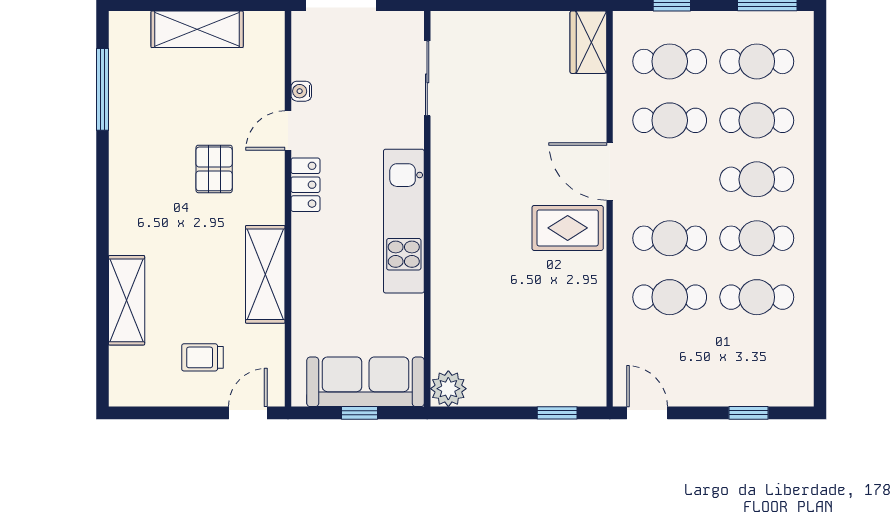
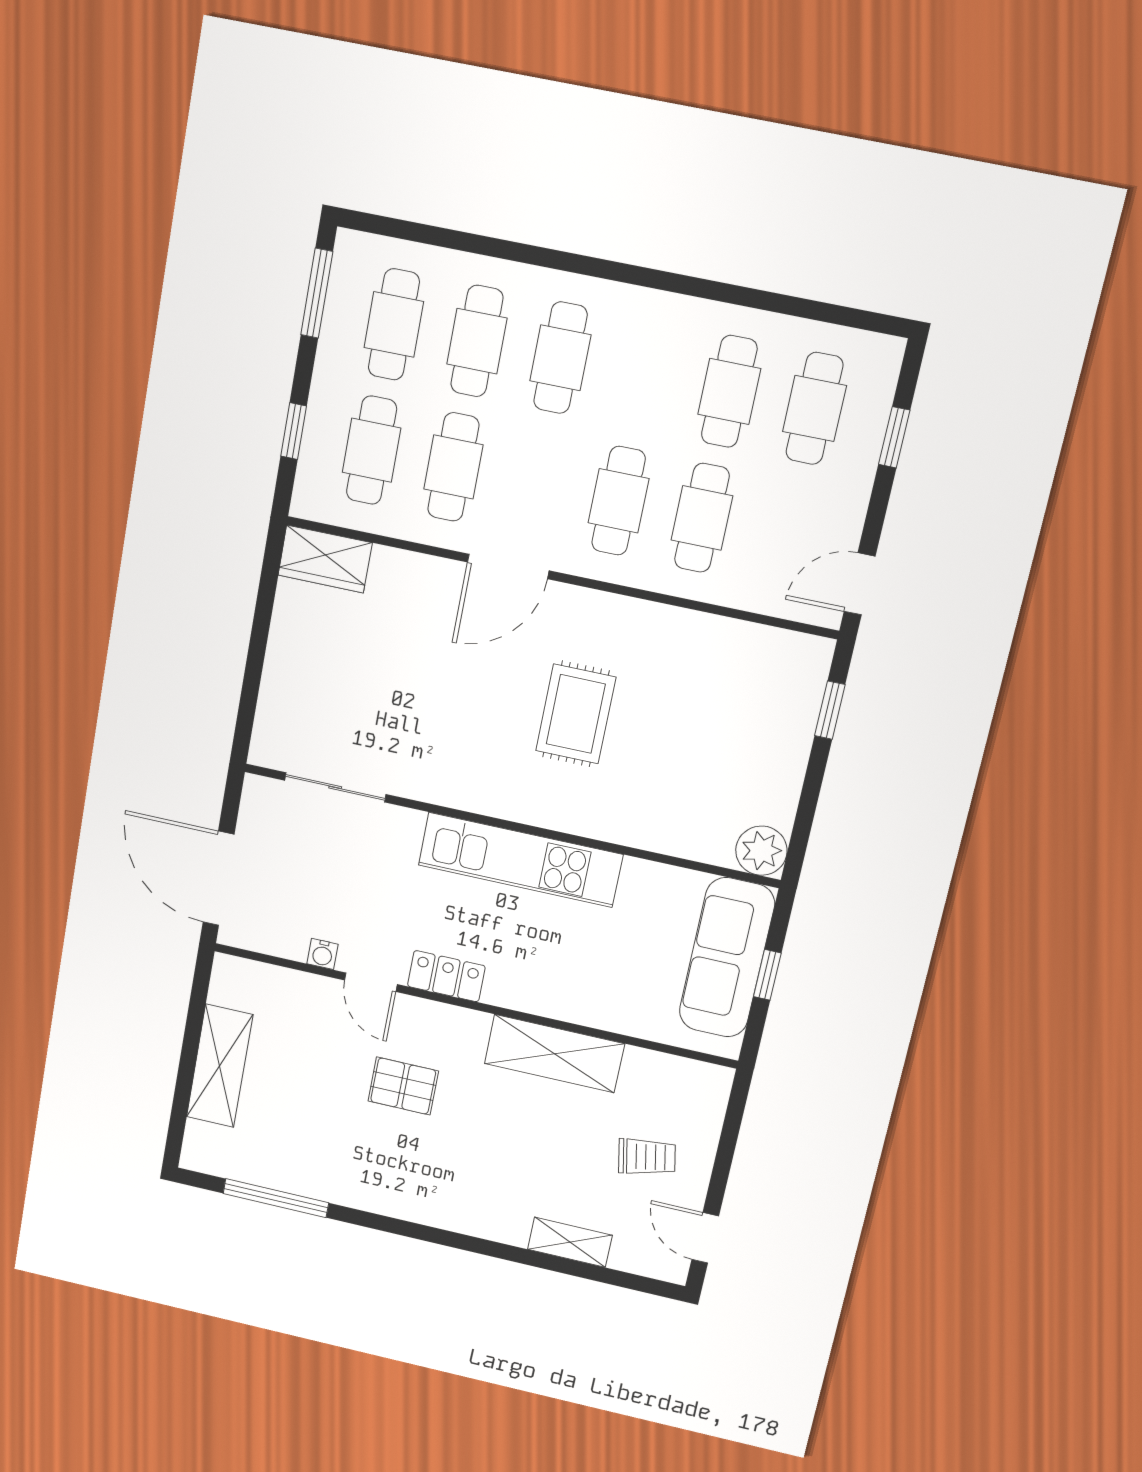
rug: (568, 228) -> (576, 714), moved
cafe table: (757, 238) -> (814, 408), moved
shelving: (127, 300) -> (570, 1242), width x0.67, depth x0.75
trolley: (202, 357) -> (647, 1157), turned -101
door: (248, 413) -> (705, 1238), moved

